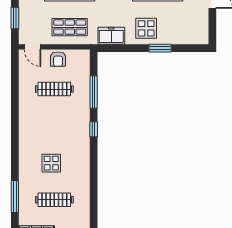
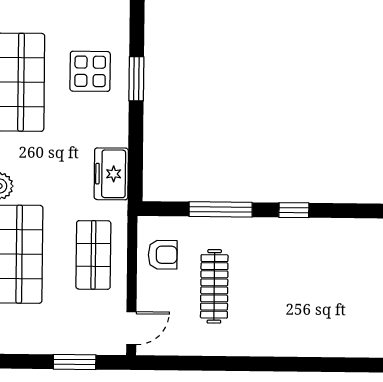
display table: (146, 28) -> (90, 71), moved
armchair: (58, 59) -> (163, 255), moved
display table: (51, 163) -> (359, 294), removed

